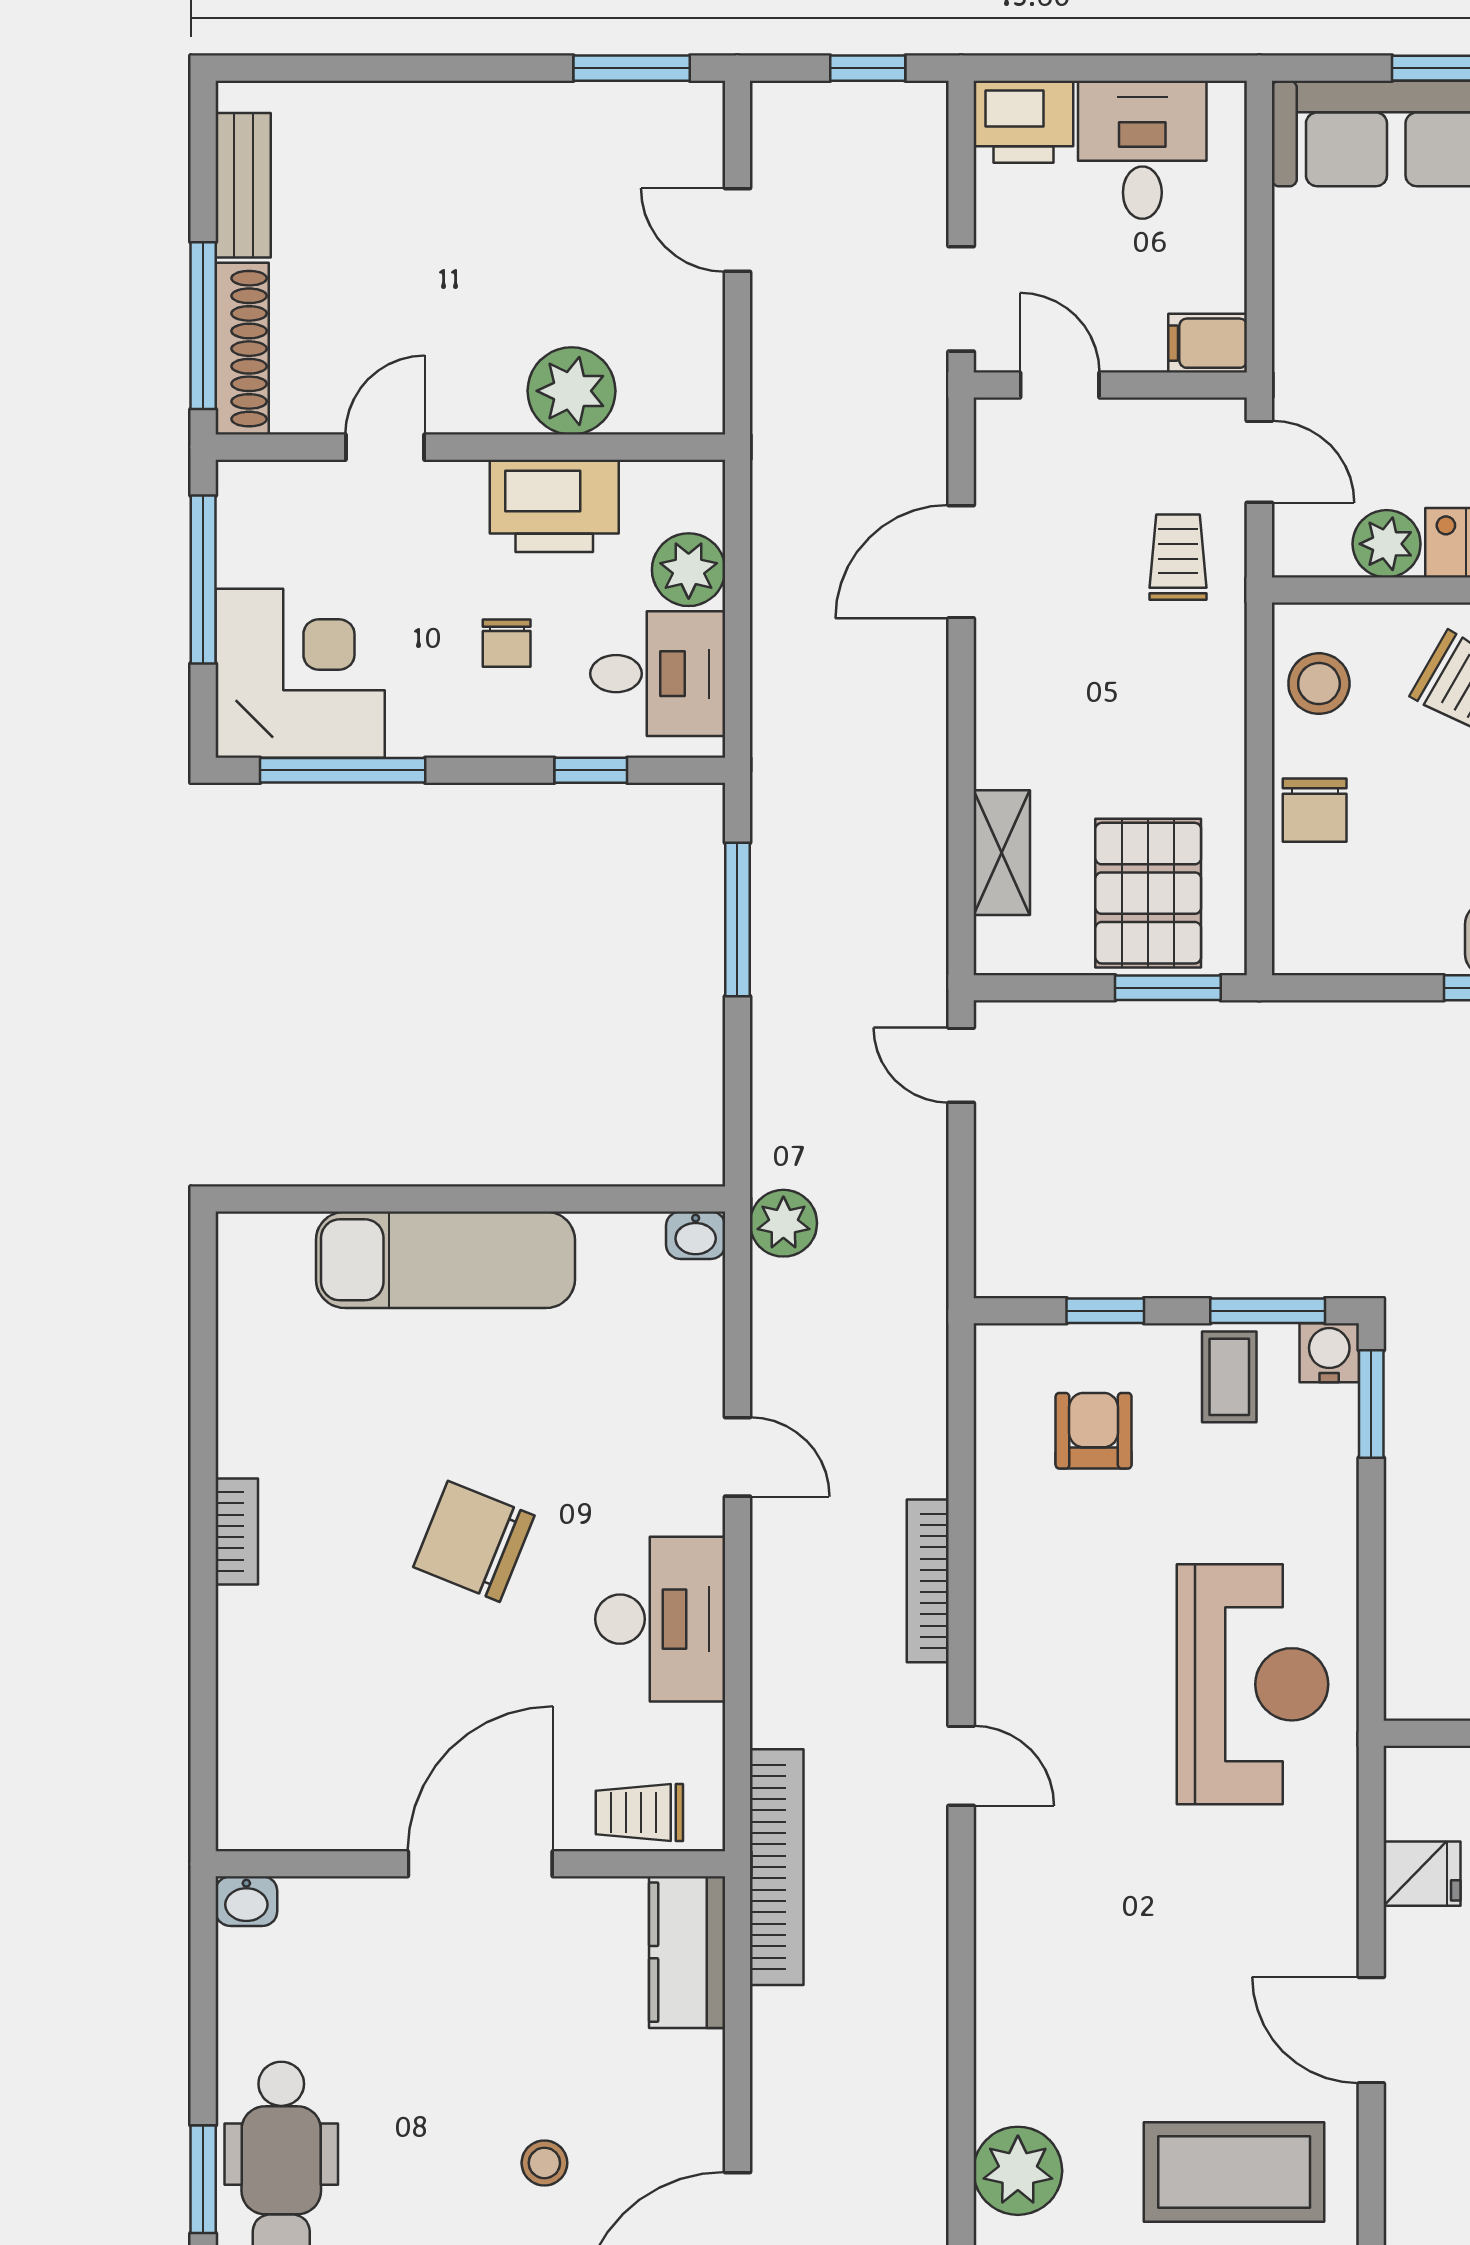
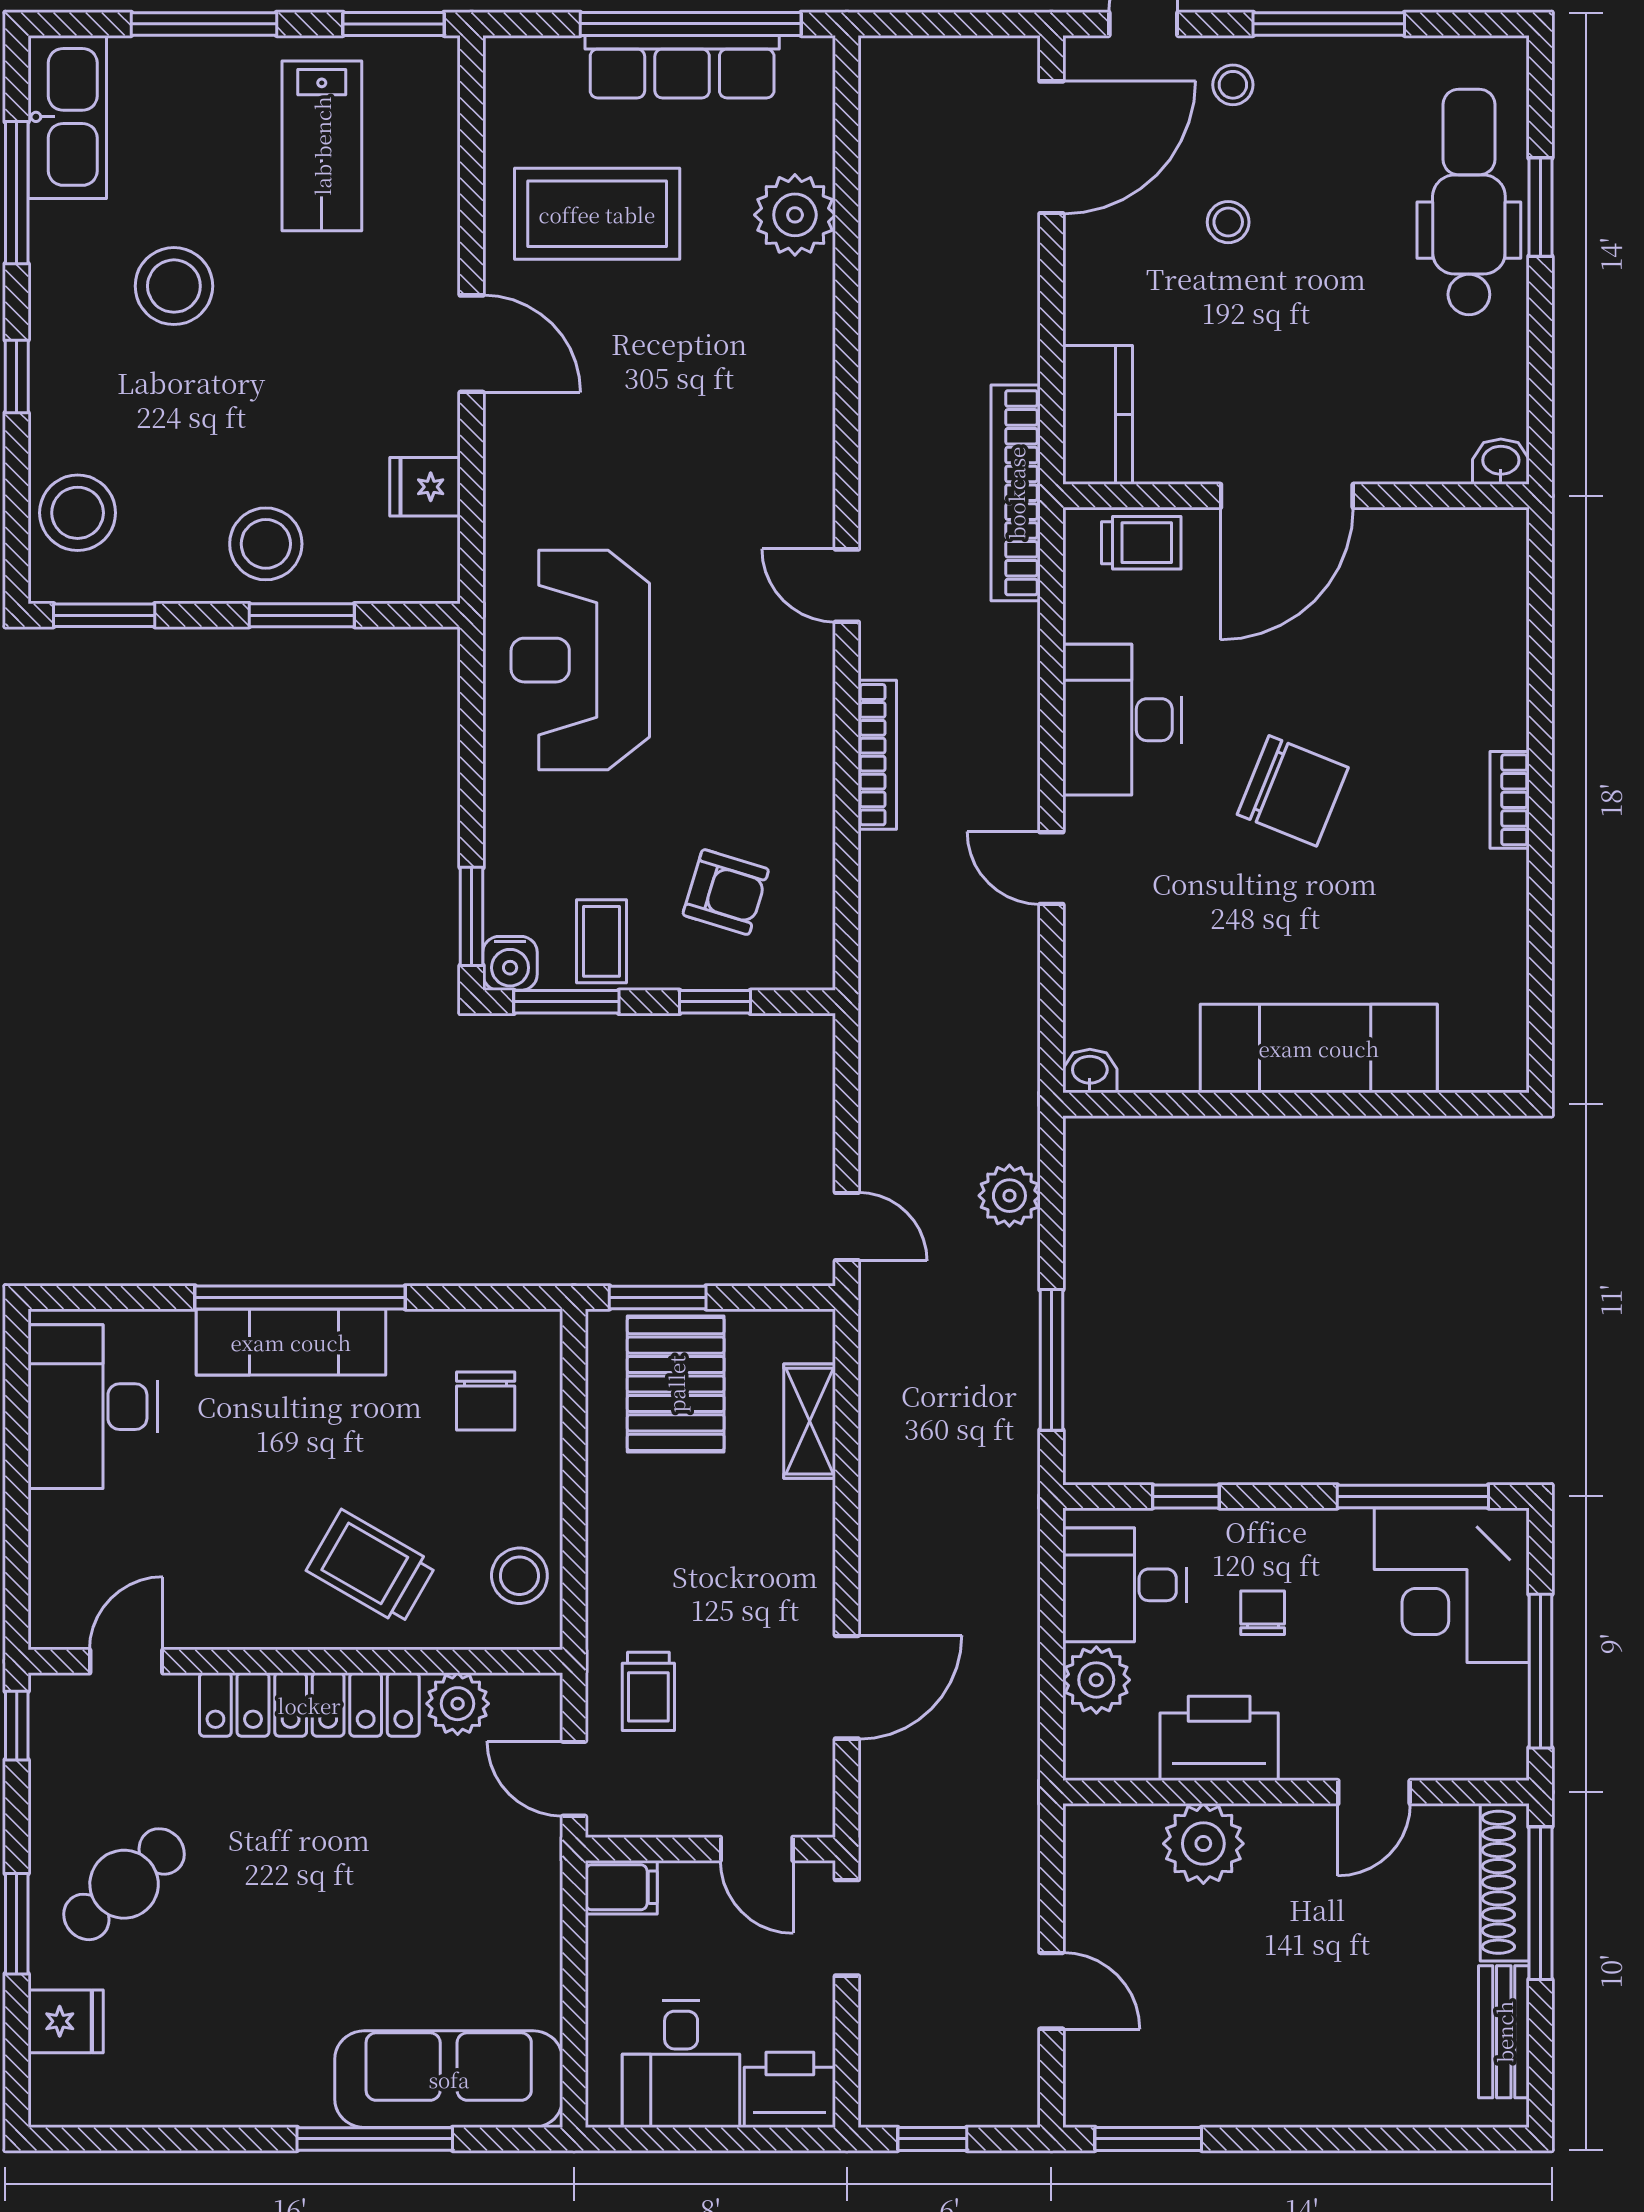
chair: (1315, 810) -> (486, 1401), moved, turned 180
plant: (783, 1223) -> (1009, 1196), moved
armchair: (1094, 1431) -> (726, 892), turned -73

